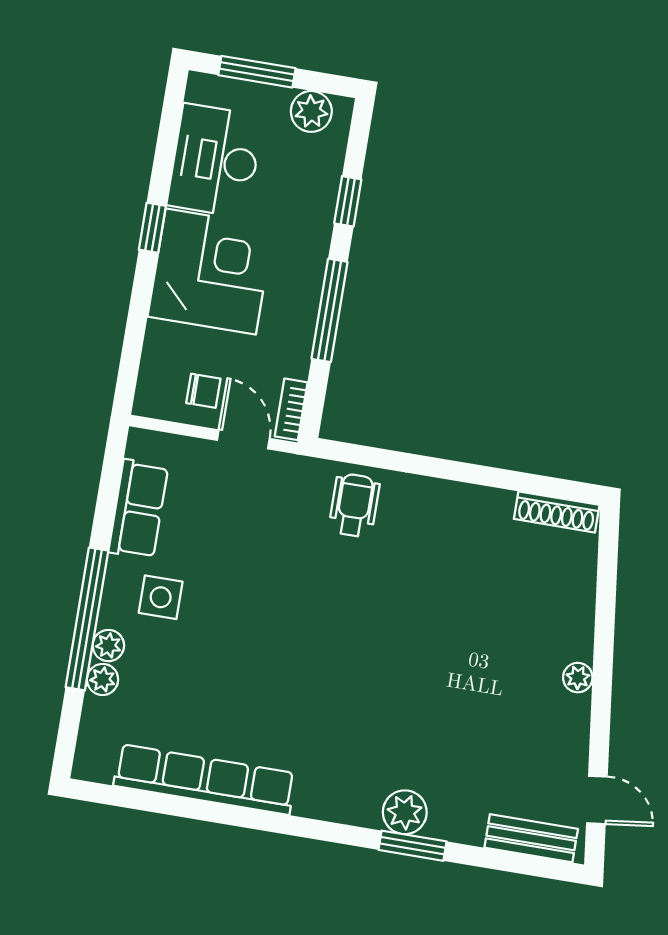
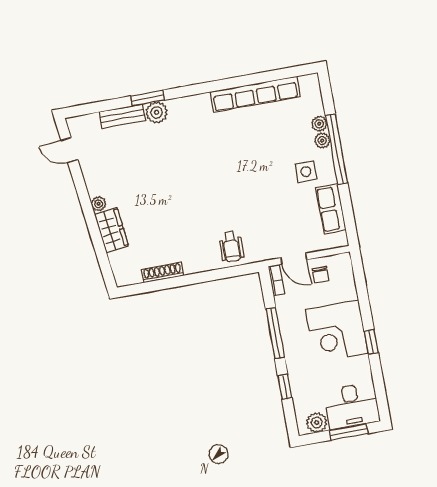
desk: (215, 161) -> (352, 406), moved, turned 90
chair: (203, 391) -> (320, 275), turned -90
shoe rack: (557, 512) -> (162, 272), moved
wardrobe: (571, 618) -> (111, 230), added
bench: (531, 838) -> (122, 116), moved

